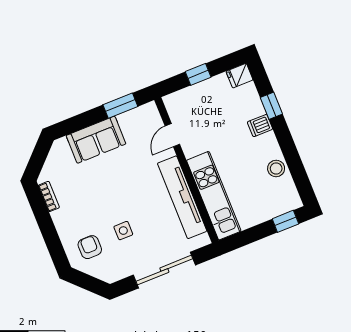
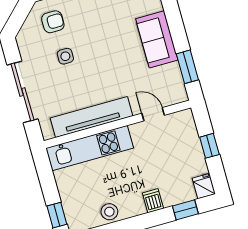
window: (271, 106) -> (185, 210), moved

